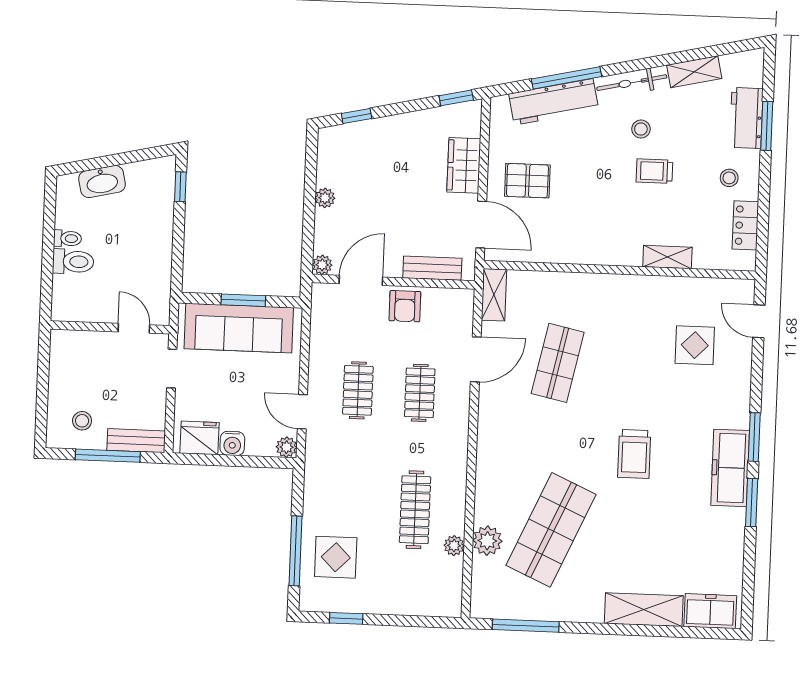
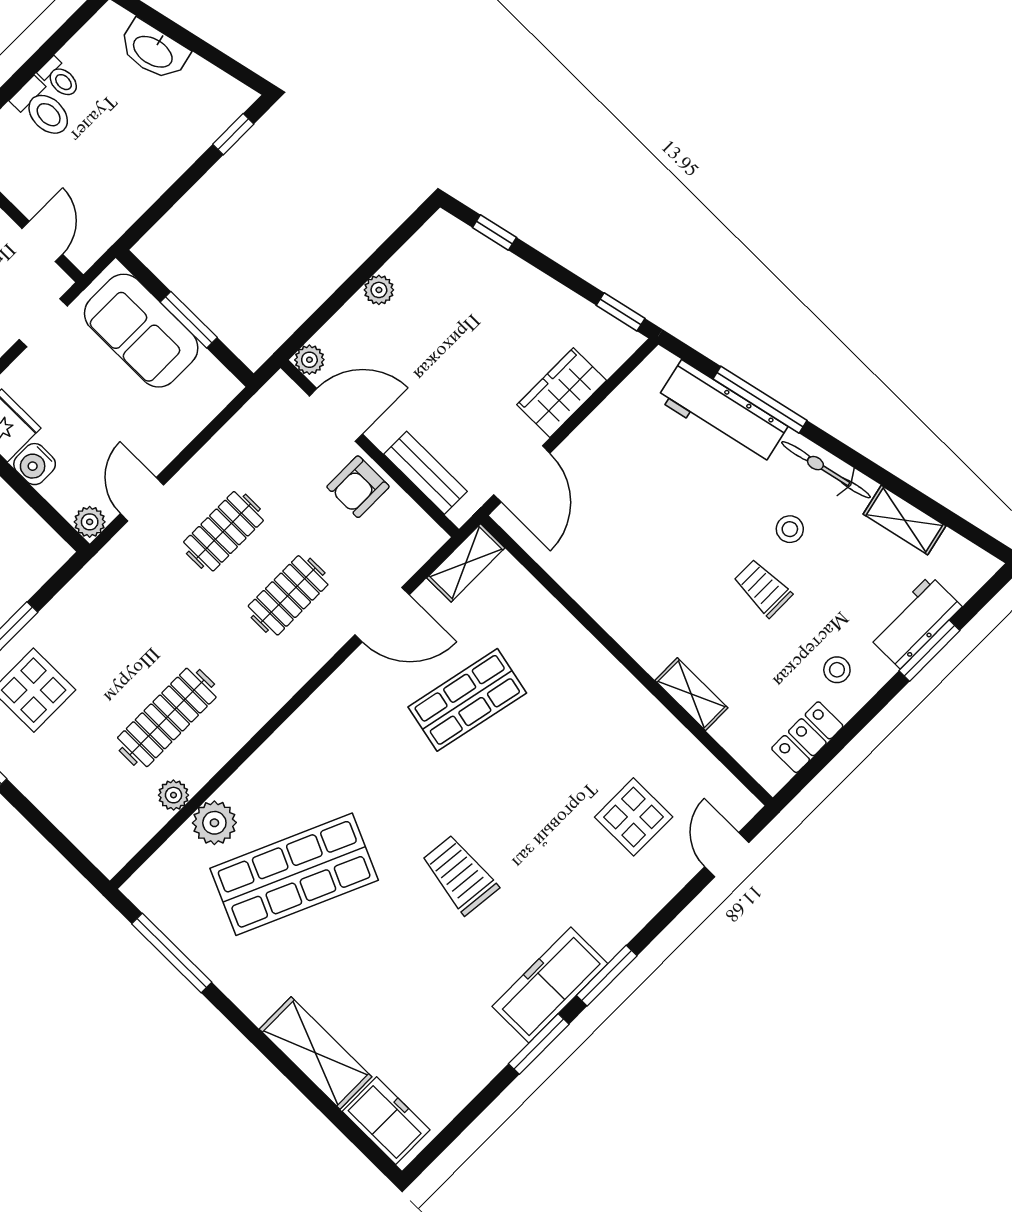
pallet: (527, 181) -> (615, 472), removed
sofa: (239, 328) -> (141, 331), width x0.73
trolley: (634, 454) -> (460, 875), turned 96

